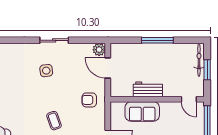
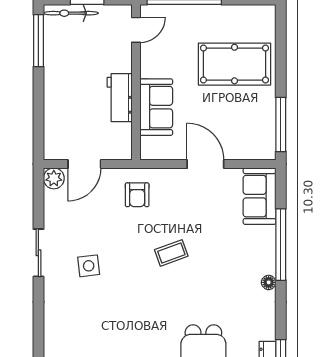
window: (157, 40) -> (38, 41), moved

